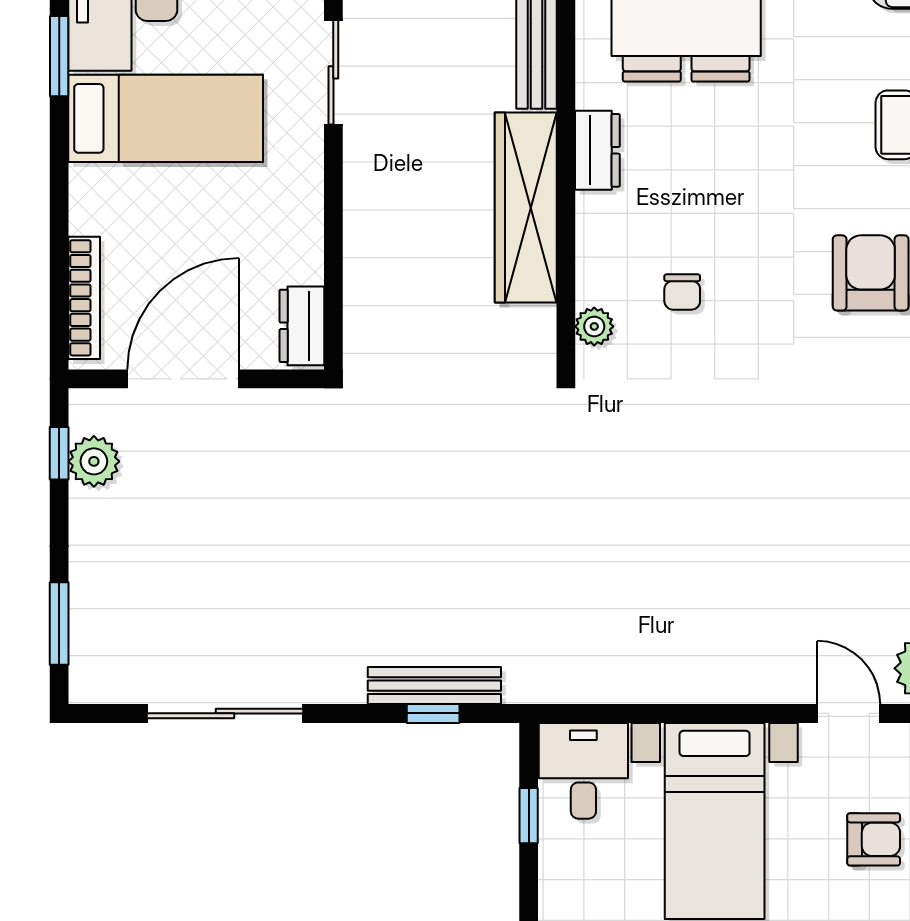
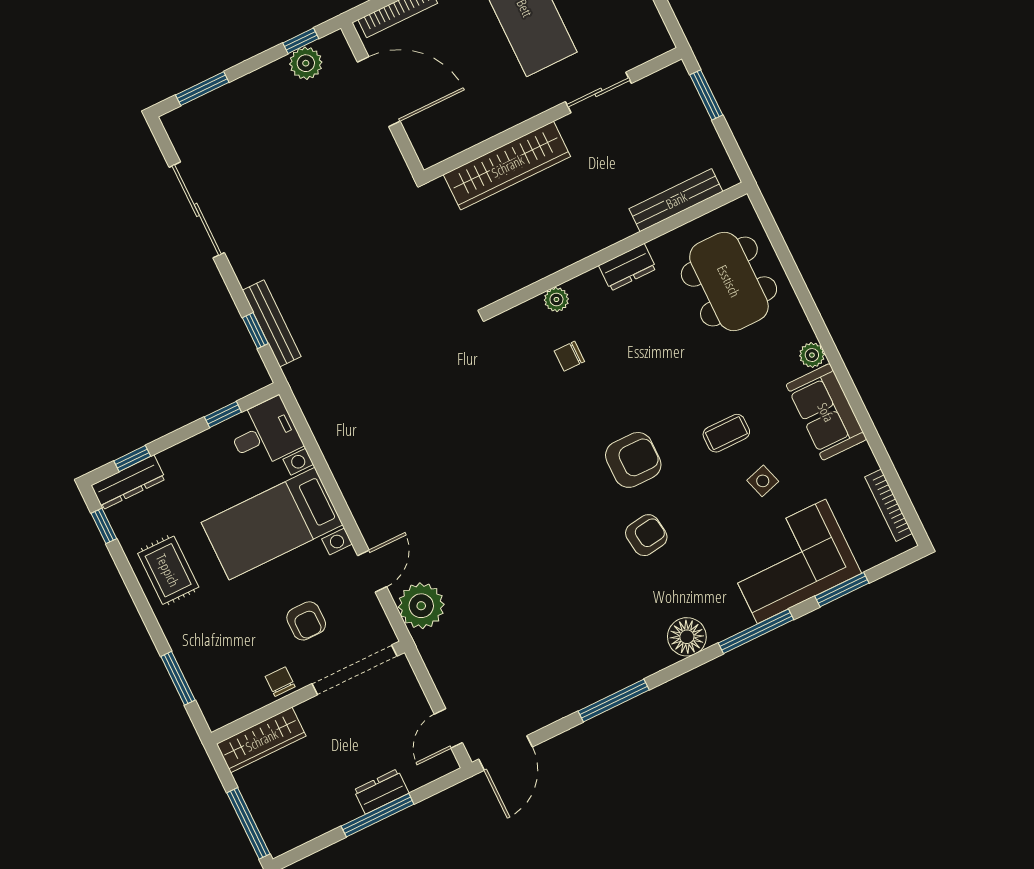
wardrobe: (526, 208) -> (507, 166), moved, turned 180
dresser: (302, 326) -> (443, 145), removed
plant: (594, 326) -> (556, 300), moved

